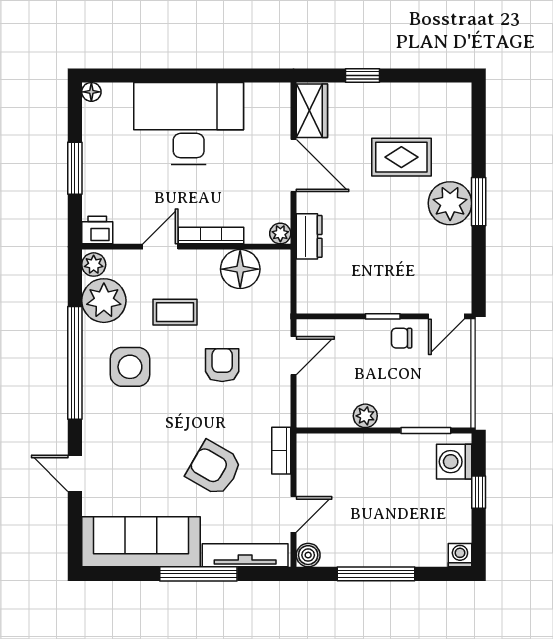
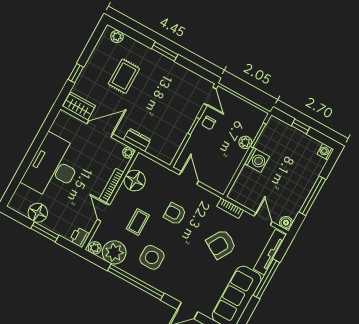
floor lamp: (91, 92) -> (38, 213), moved, width x1.89, depth x1.89
plant: (450, 203) -> (117, 36), moved, width x0.53, depth x0.53
plant: (365, 416) -> (245, 142), moved
washing machine: (454, 462) -> (257, 160), moved, turned -90

